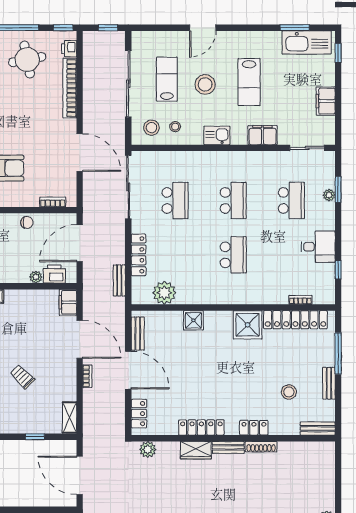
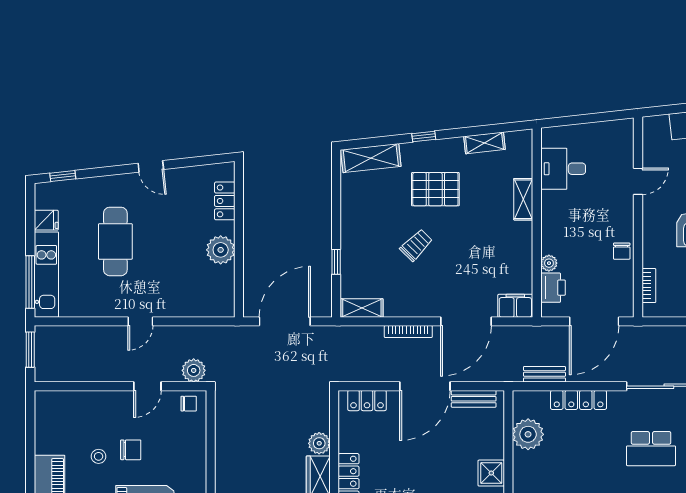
door: (80, 243) -> (594, 321), swing flipped
bookcase: (87, 376) -> (408, 332), width x1.56
plant: (148, 449) -> (319, 443), moved

